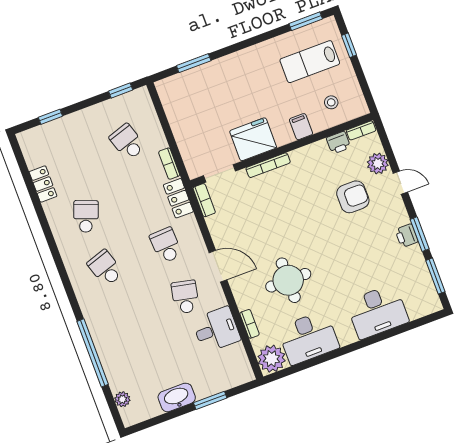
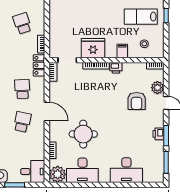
printer: (338, 143) -> (116, 68), moved
armchair: (353, 197) -> (137, 101), turned 90
desk: (216, 330) -> (33, 171), moved

